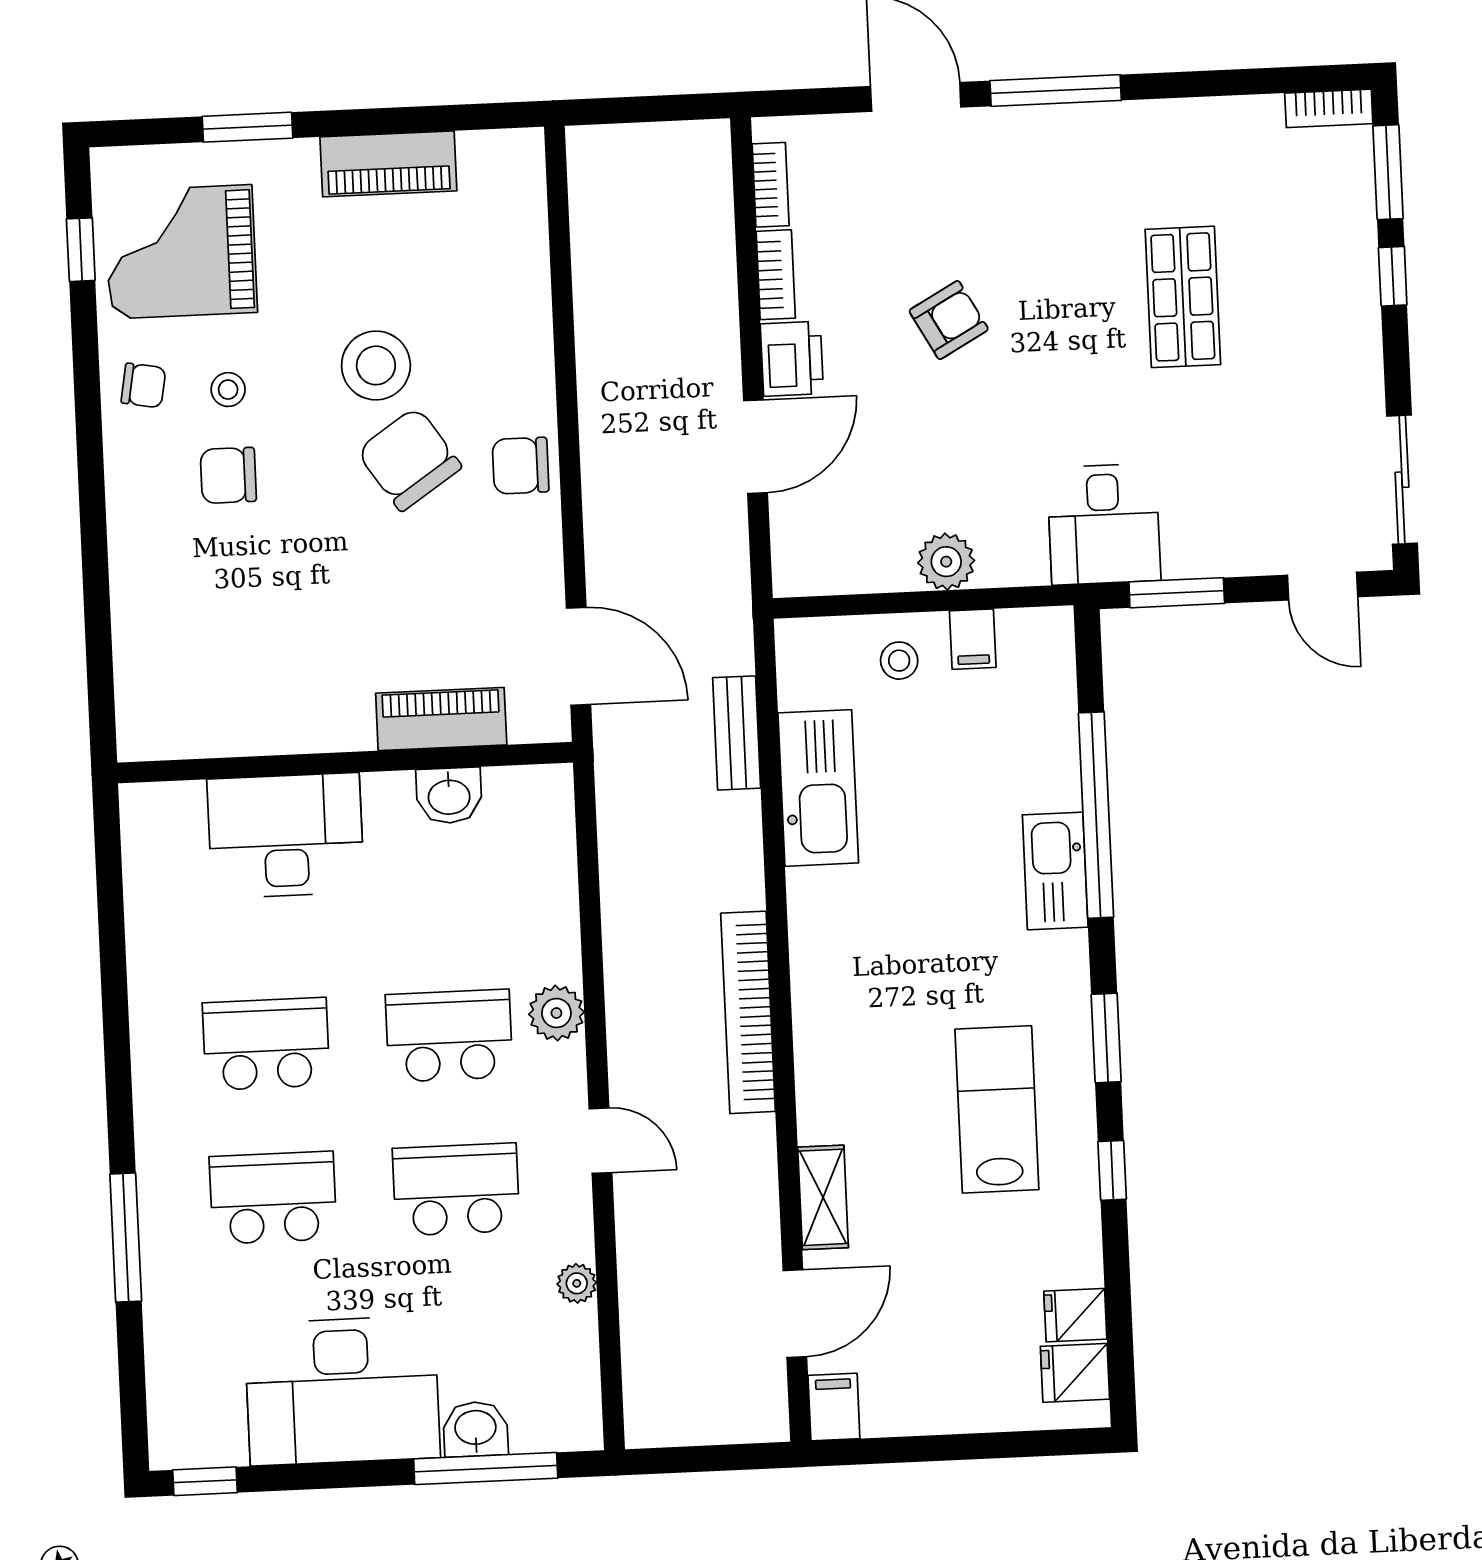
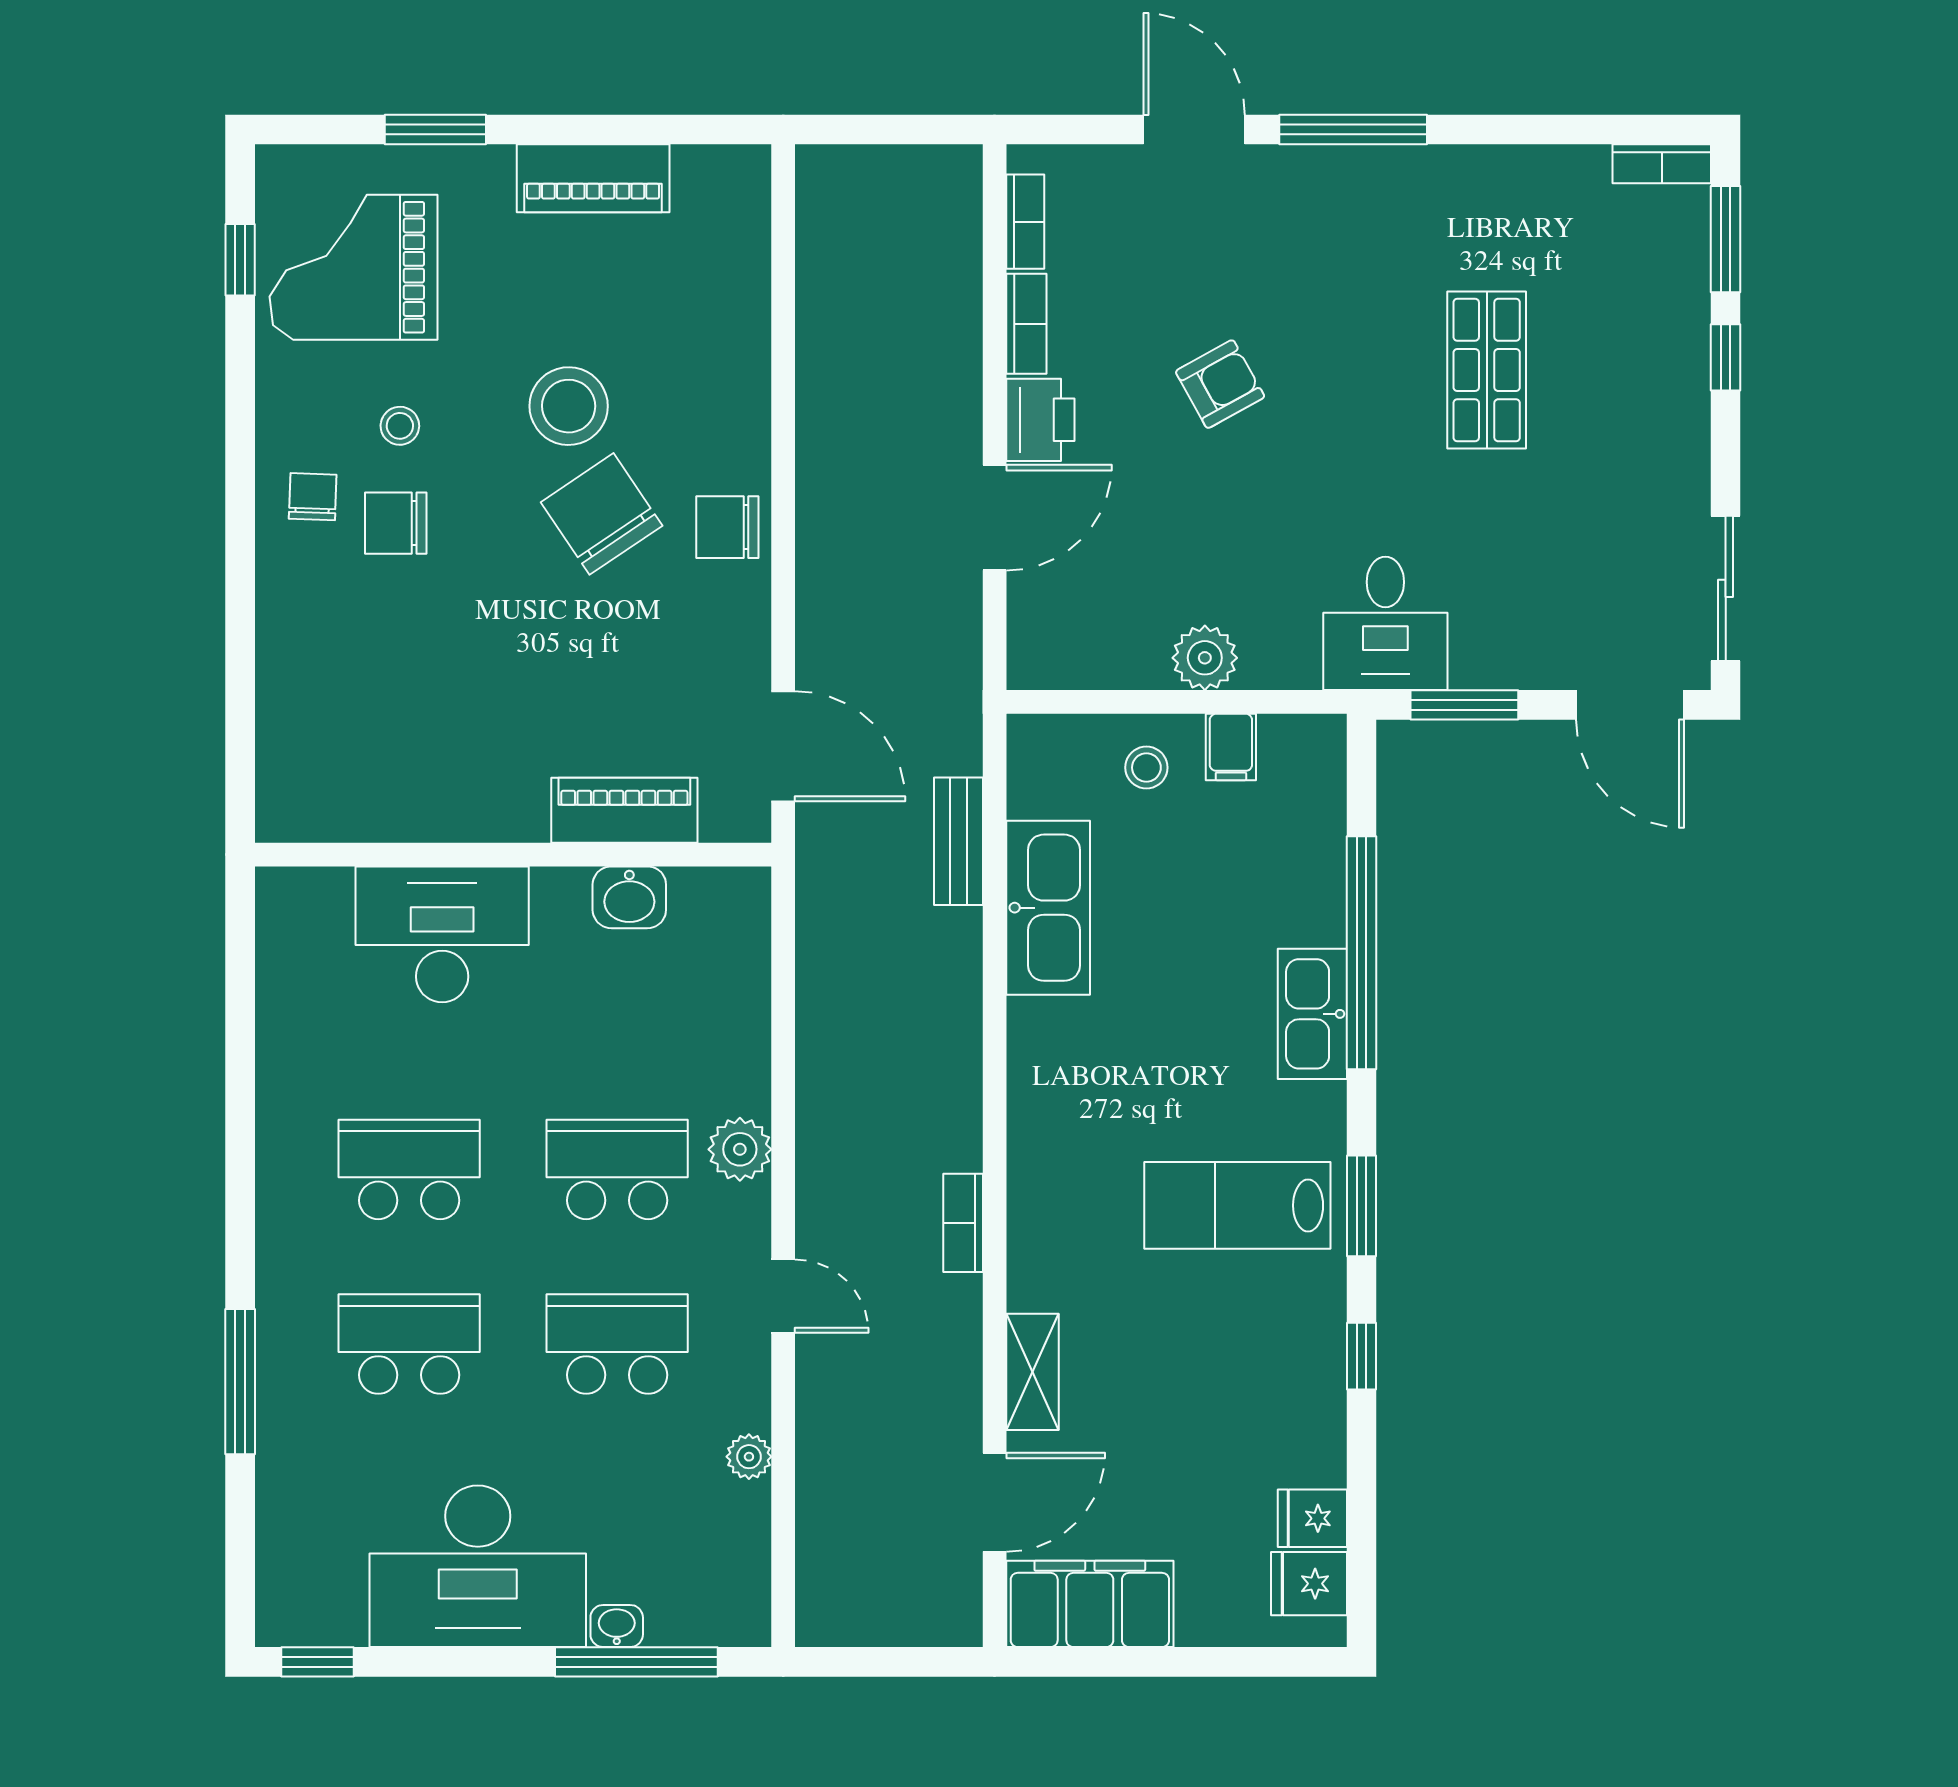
chair: (143, 385) -> (313, 497), moved, turned -98
door: (1323, 586) -> (1630, 705), width x1.38
bookcase: (748, 1012) -> (963, 1223), width x0.43, depth x0.76
lab bench: (997, 1109) -> (1237, 1205), moved, turned -90
filing cabinet: (834, 1407) -> (1090, 1604), width x3.00, depth x1.17
washbasin: (475, 1429) -> (617, 1626), width x0.72, depth x0.69

